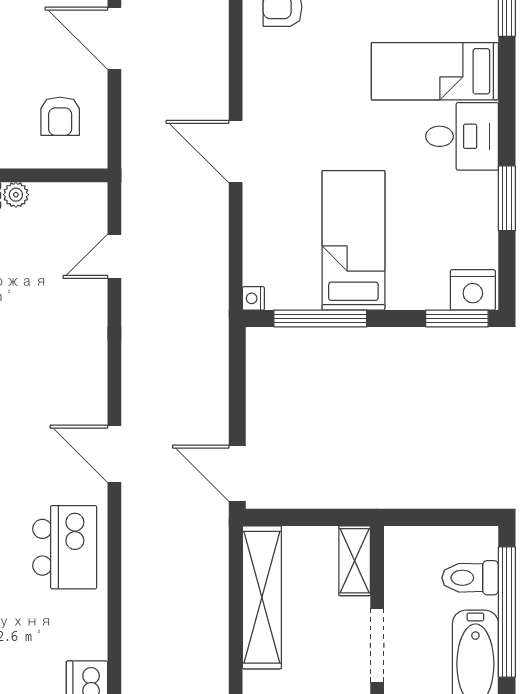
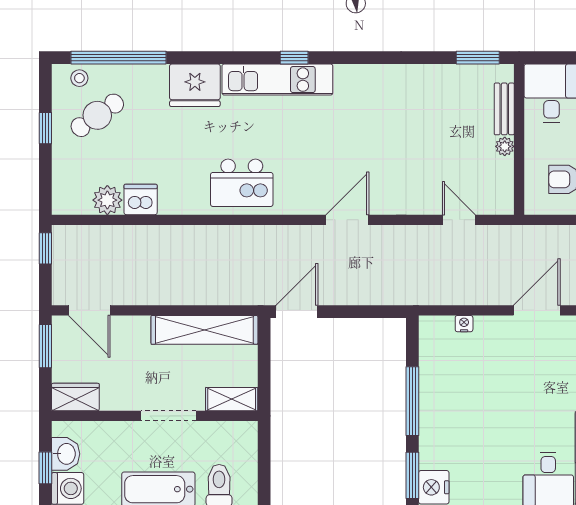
bed: (353, 240) -> (471, 398), removed
nightstand: (253, 298) -> (464, 324), moved
window: (320, 319) -> (412, 401), moved
door: (114, 454) -> (347, 220), moved

